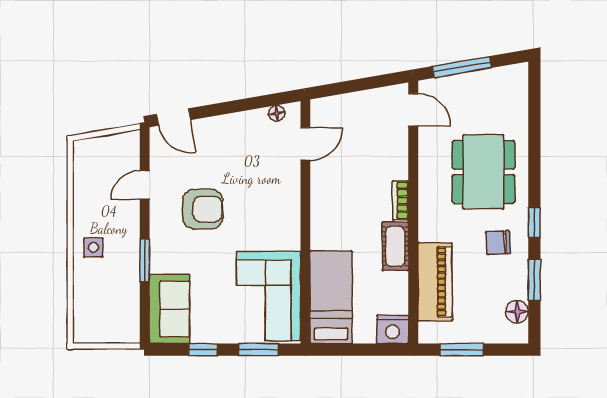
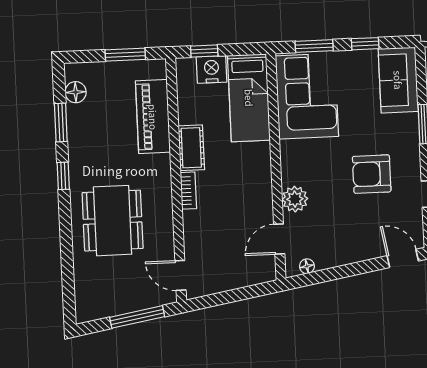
plant: (286, 186) -> (295, 199), added
chair: (498, 243) -> (96, 155), removed
nightstand: (393, 329) -> (212, 69), moved
window: (377, 350) -> (204, 51), added

